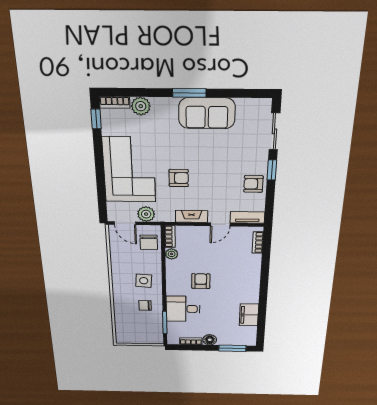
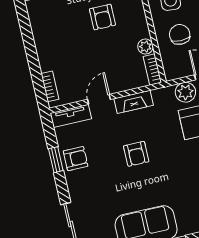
window: (272, 170) -> (56, 160), moved
armchair: (179, 178) -> (136, 154), moved, turned -90
chair: (149, 242) -> (180, 34), moved

